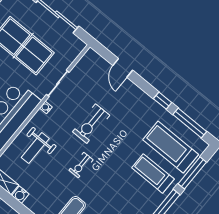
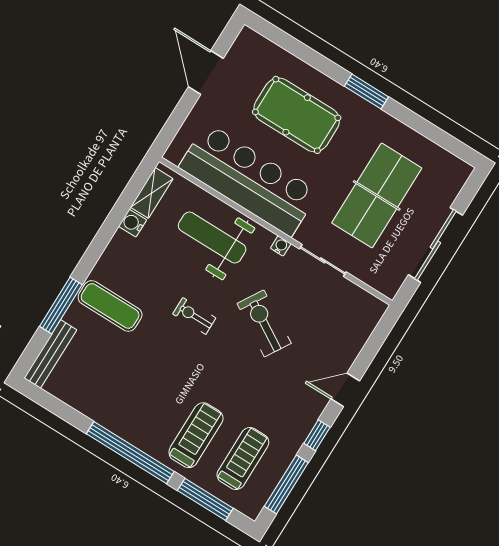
door: (123, 68) -> (345, 390), moved
exercise bike: (91, 124) -> (264, 323), turned 31
treadmill: (171, 147) -> (243, 459), width x0.73, depth x0.73
weight bench: (35, 148) -> (212, 237), width x1.36, depth x1.33

